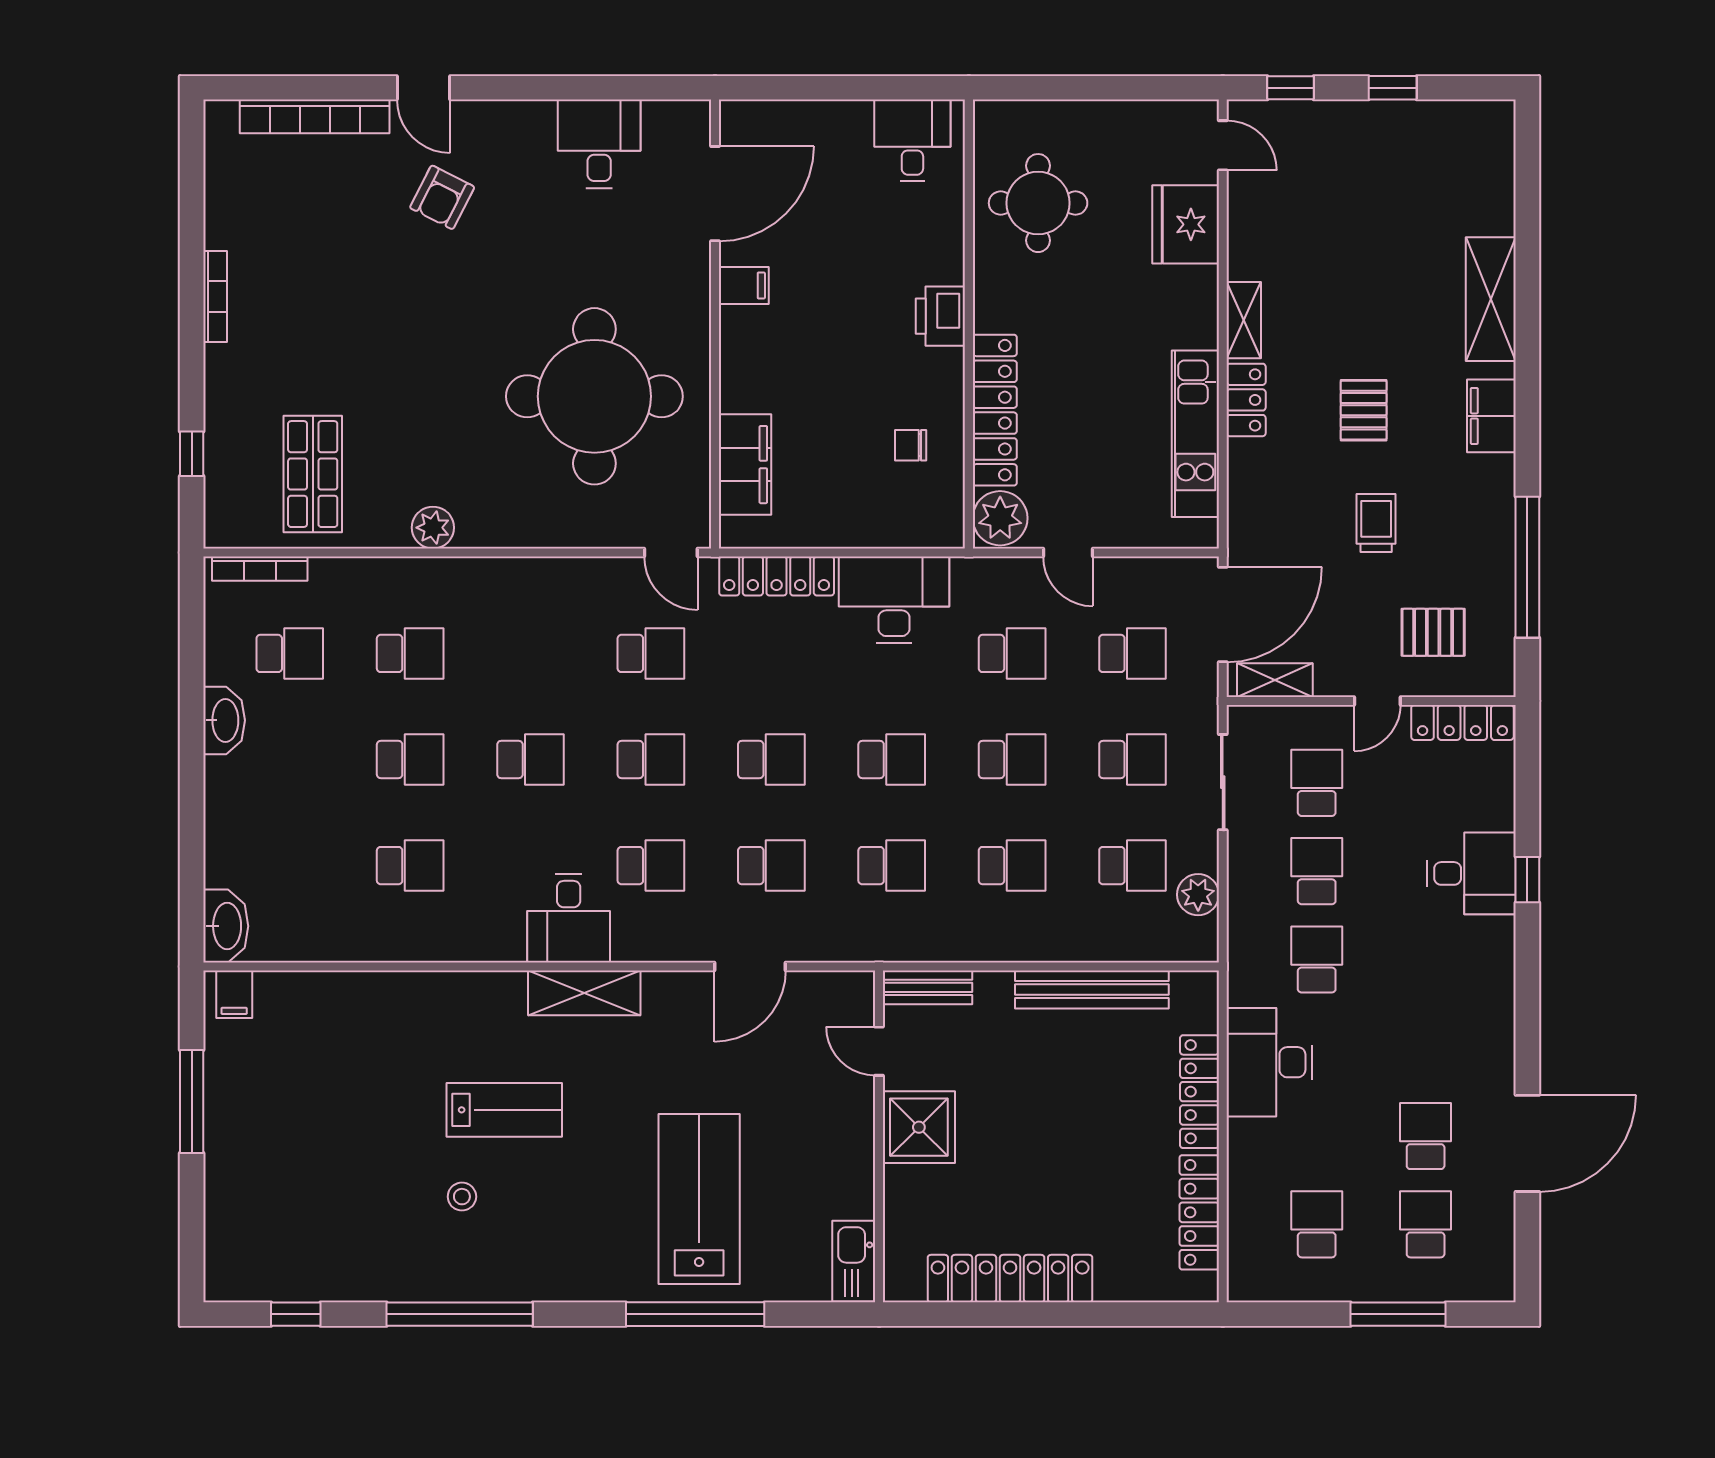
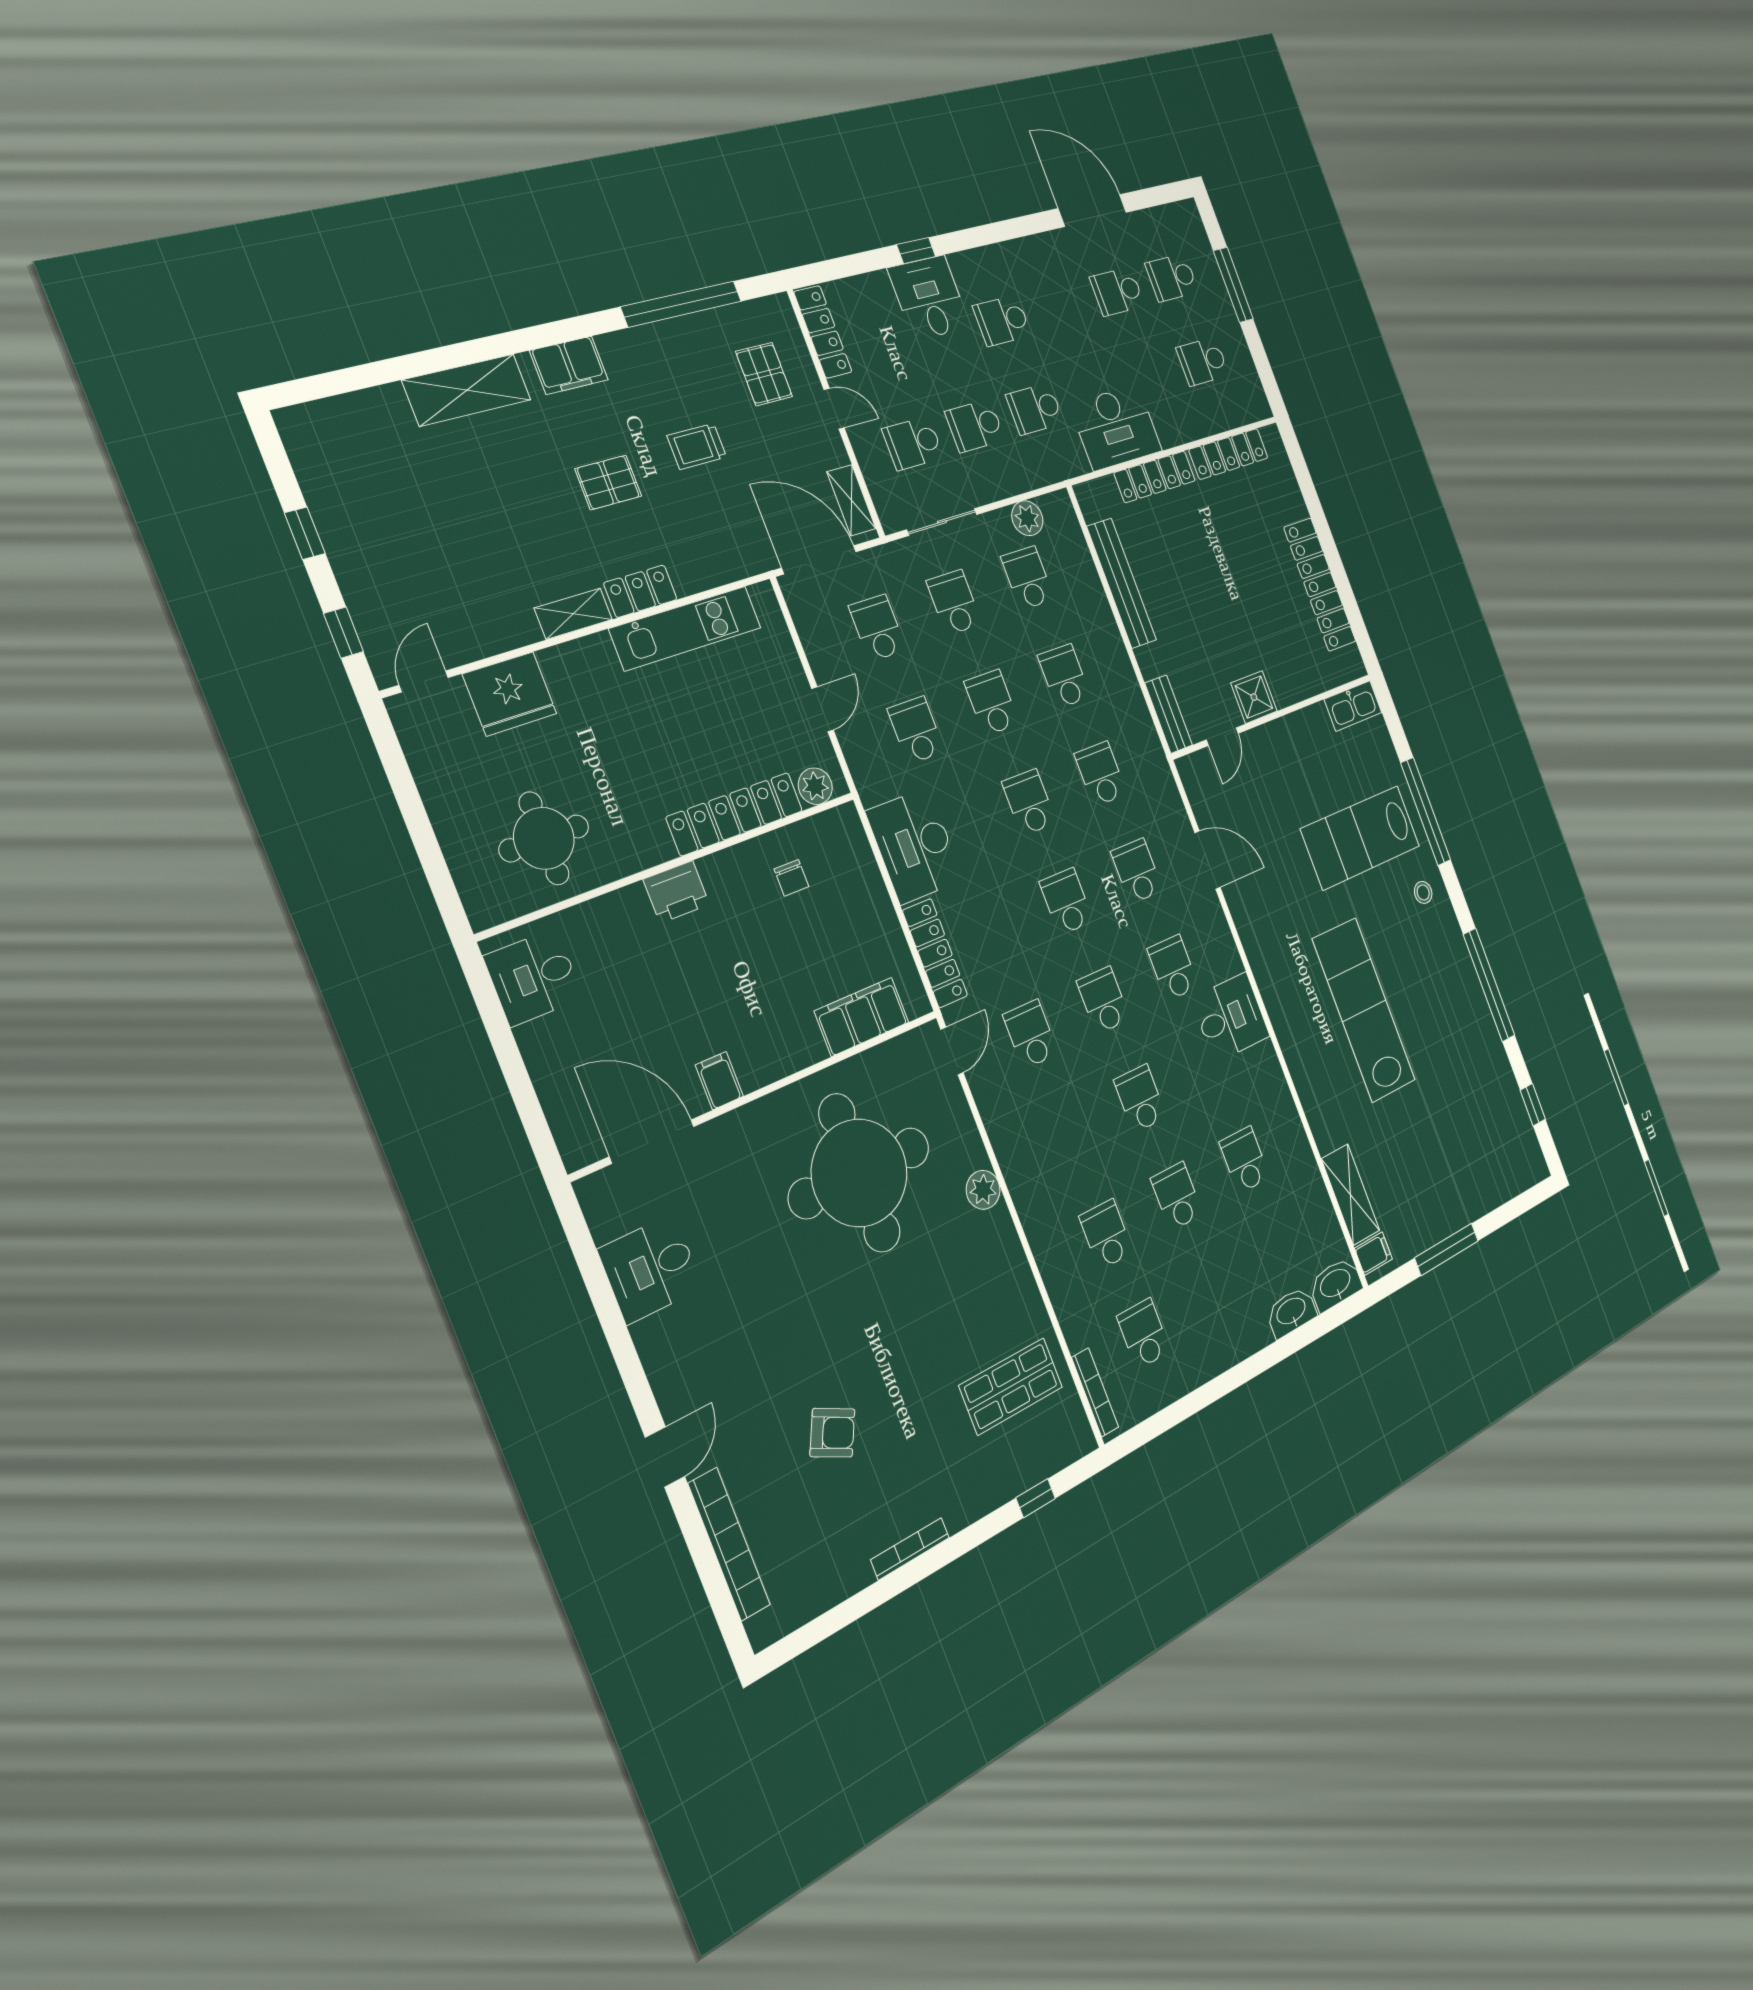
armchair: (442, 197) -> (832, 1433), moved
plant: (1000, 518) -> (815, 786), width x0.73, depth x0.73
plant: (433, 528) -> (983, 1190), moved
washbasin: (224, 720) -> (1291, 1312), moved
school desk: (1426, 959) -> (1002, 321), added
shelving: (584, 993) -> (1351, 1195), moved
lab bench: (504, 1110) -> (1364, 1010), width x1.86, depth x1.39
shower: (919, 1127) -> (1254, 697), width x0.73, depth x0.73
stool: (462, 1197) -> (1423, 892), moved

